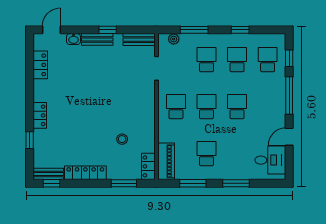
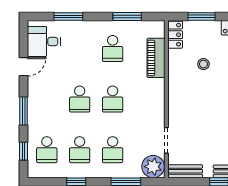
plant: (174, 39) -> (153, 167), width x1.88, depth x1.88
window: (289, 95) -> (24, 111), width x0.69
school desk: (176, 107) -> (145, 99), removed
piano: (166, 161) -> (156, 58), moved
window: (236, 183) -> (68, 16), moved

